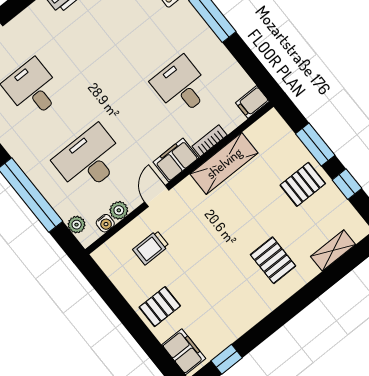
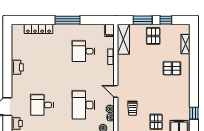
filing cabinet: (176, 160) -> (108, 74), removed
shelving: (224, 163) -> (123, 39), moved

